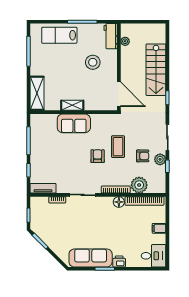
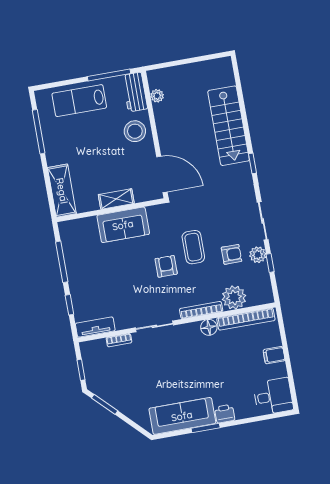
workbench: (111, 36) -> (135, 92), moved
plant: (125, 41) -> (157, 96), moved
wall: (119, 67) -> (155, 135), moved
door: (119, 94) -> (162, 174), moved

